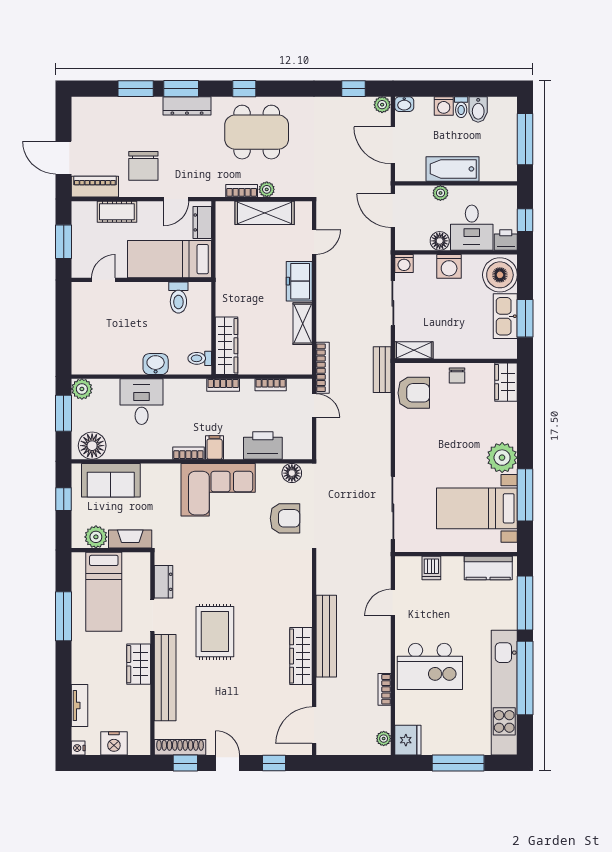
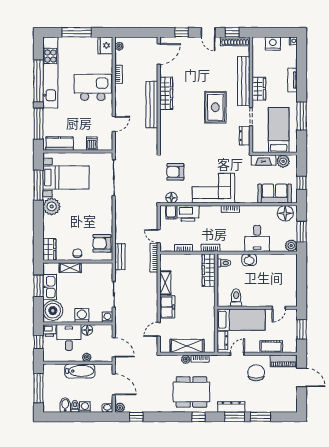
shelving: (414, 350) -> (70, 268), moved
filing cabinet: (215, 447) -> (171, 212), moved
tv unit: (79, 705) -> (292, 80), moved

